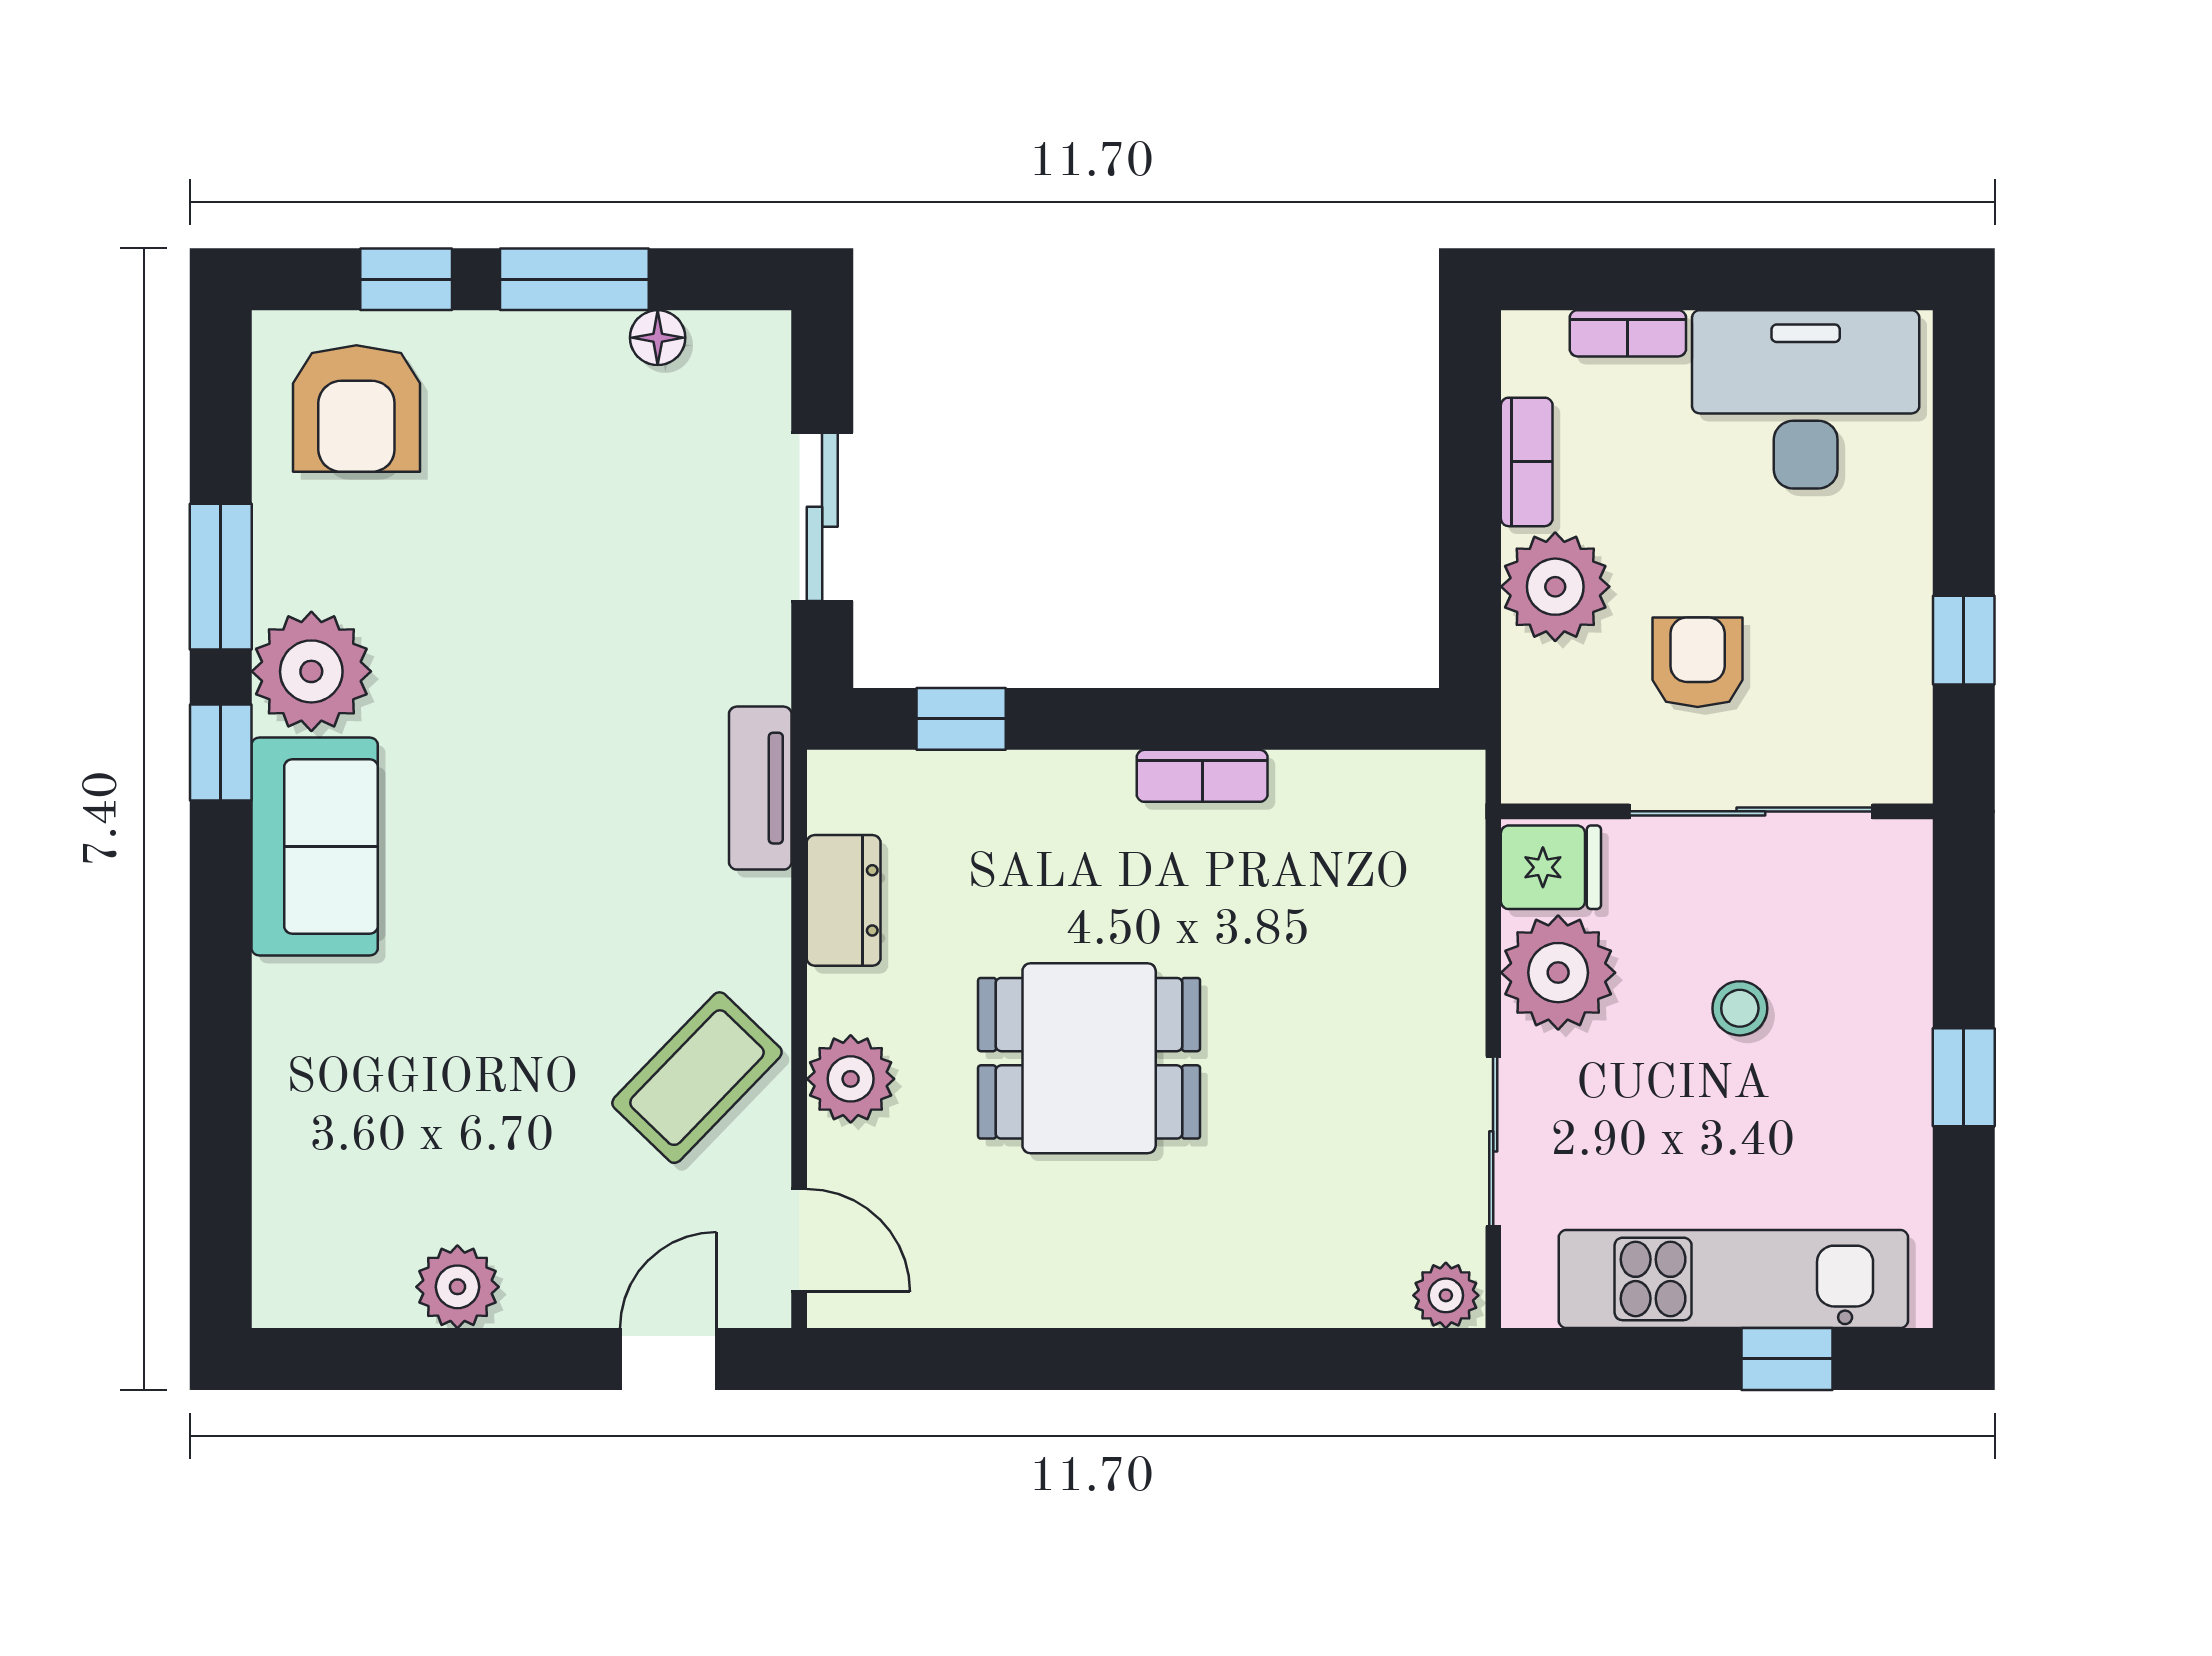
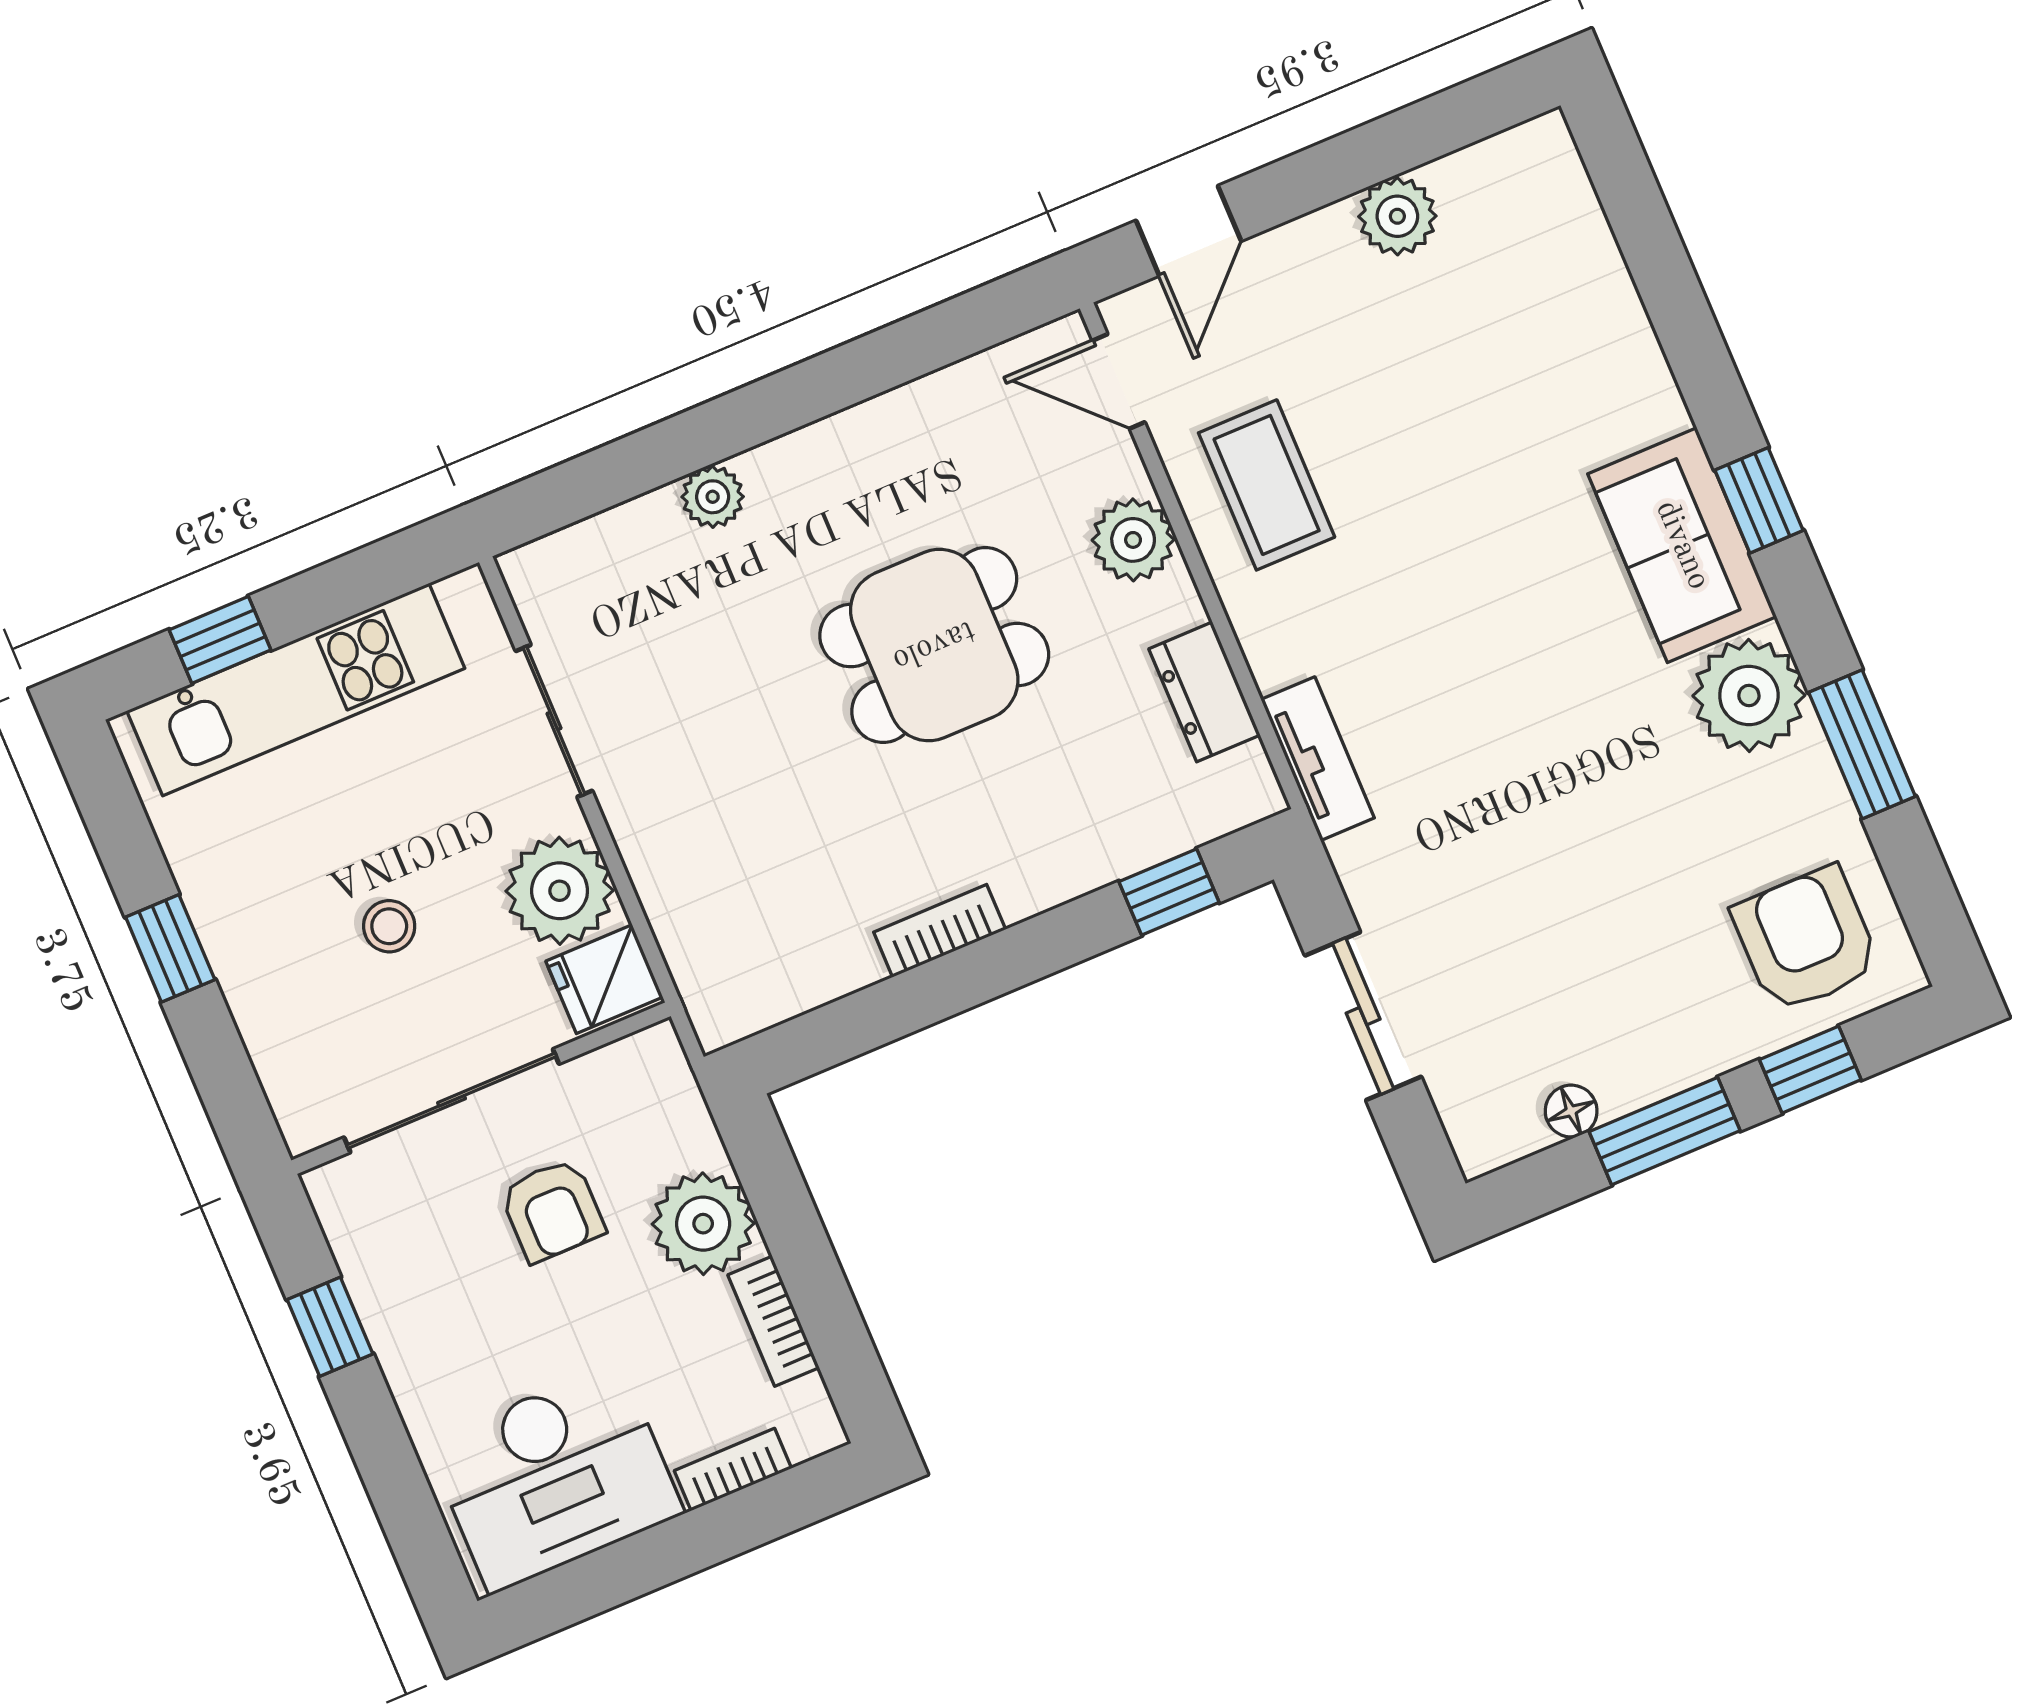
window: (221, 753) -> (1759, 500), moved
coffee table: (697, 1078) -> (1267, 485), turned -44
plant: (1446, 1295) -> (713, 497), moved

